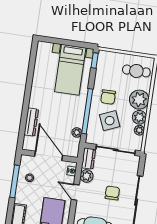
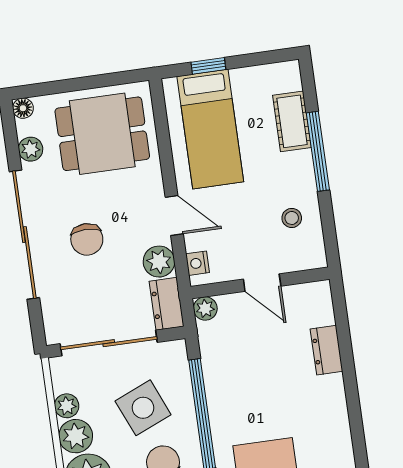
dresser: (31, 122) -> (327, 350), width x0.70
plant: (77, 132) -> (205, 309), moved
door: (49, 156) -> (262, 283), width x0.53
window: (15, 181) -> (318, 151), moved

